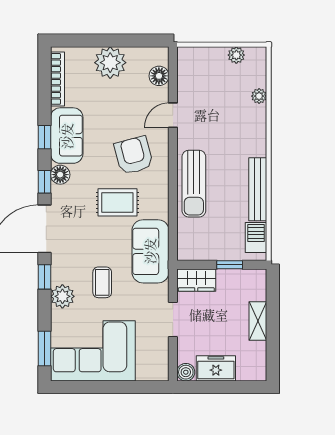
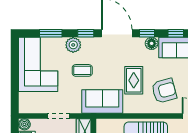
window: (44, 349) -> (51, 33), moved

